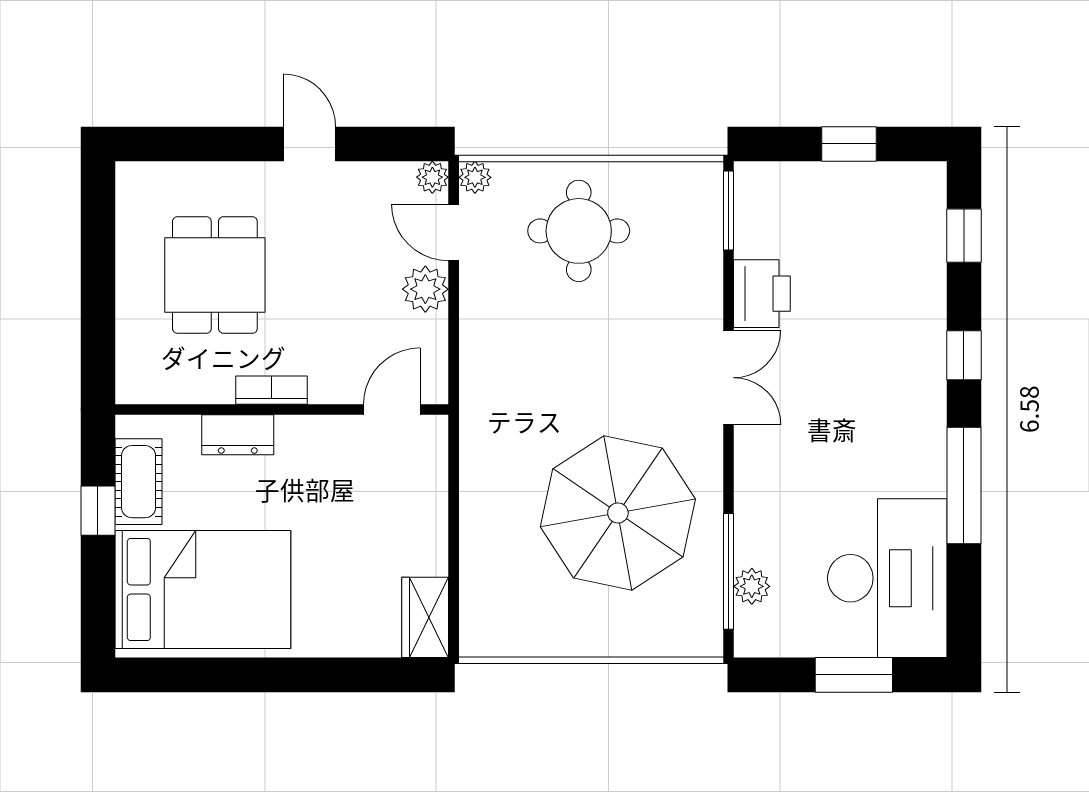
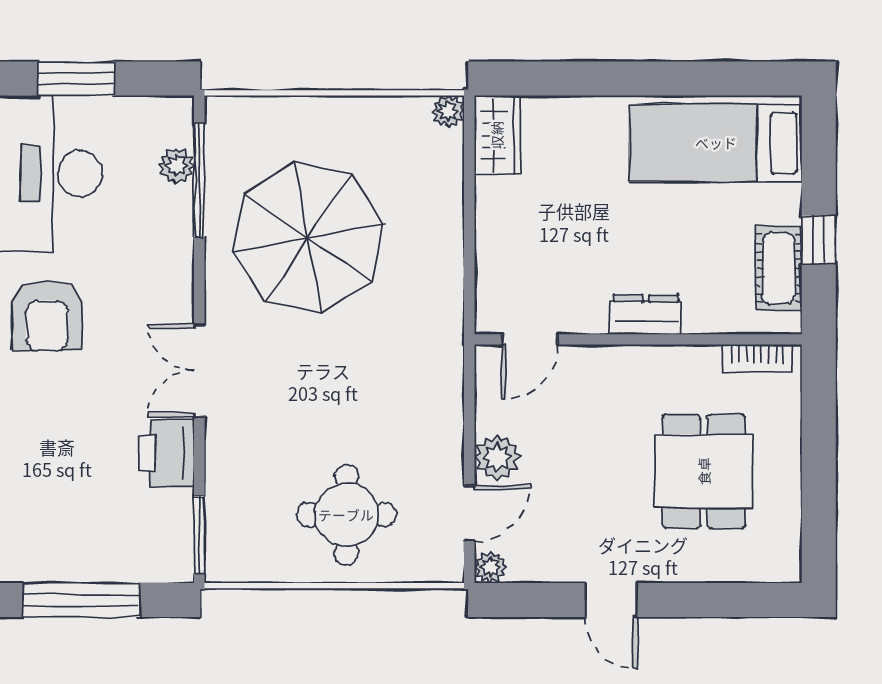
window: (849, 144) -> (81, 600), width x2.17
plant: (475, 177) -> (448, 111), moved
door: (454, 232) -> (469, 513), hinge flipped
bookcase: (271, 390) -> (758, 358), moved
armchair: (884, 434) -> (47, 316), added
dresser: (238, 435) -> (646, 314), moved
bed: (203, 590) -> (716, 143), width x0.67

